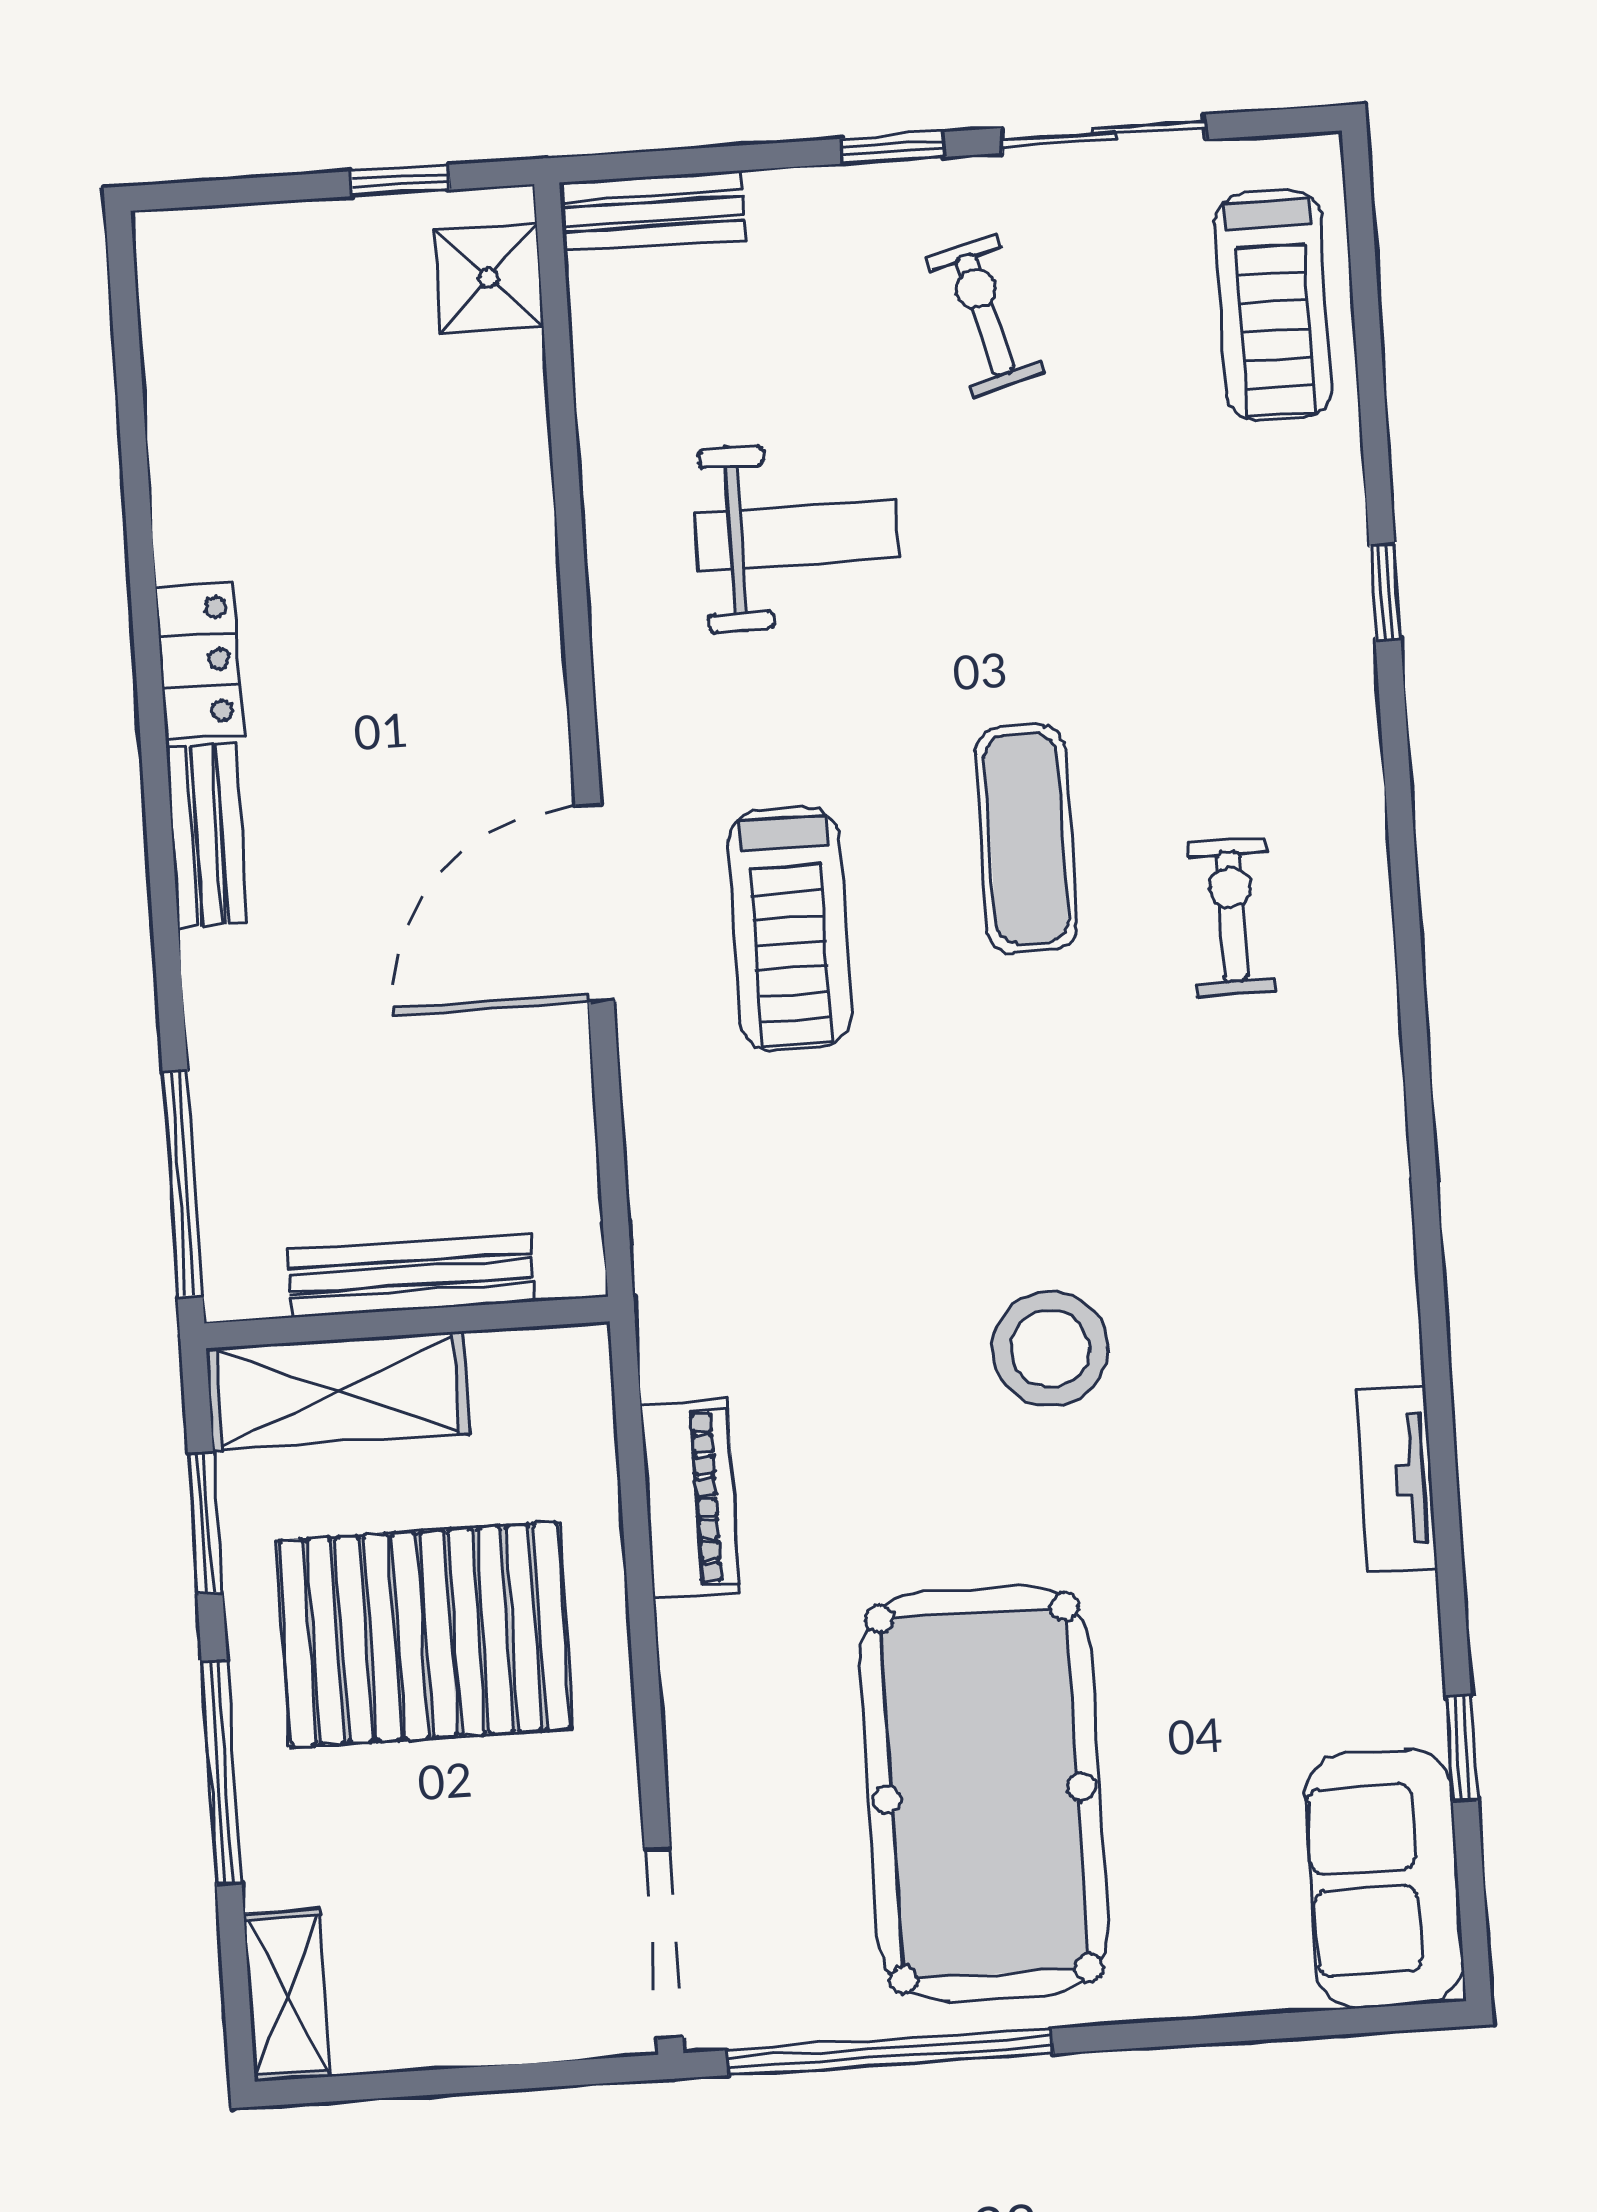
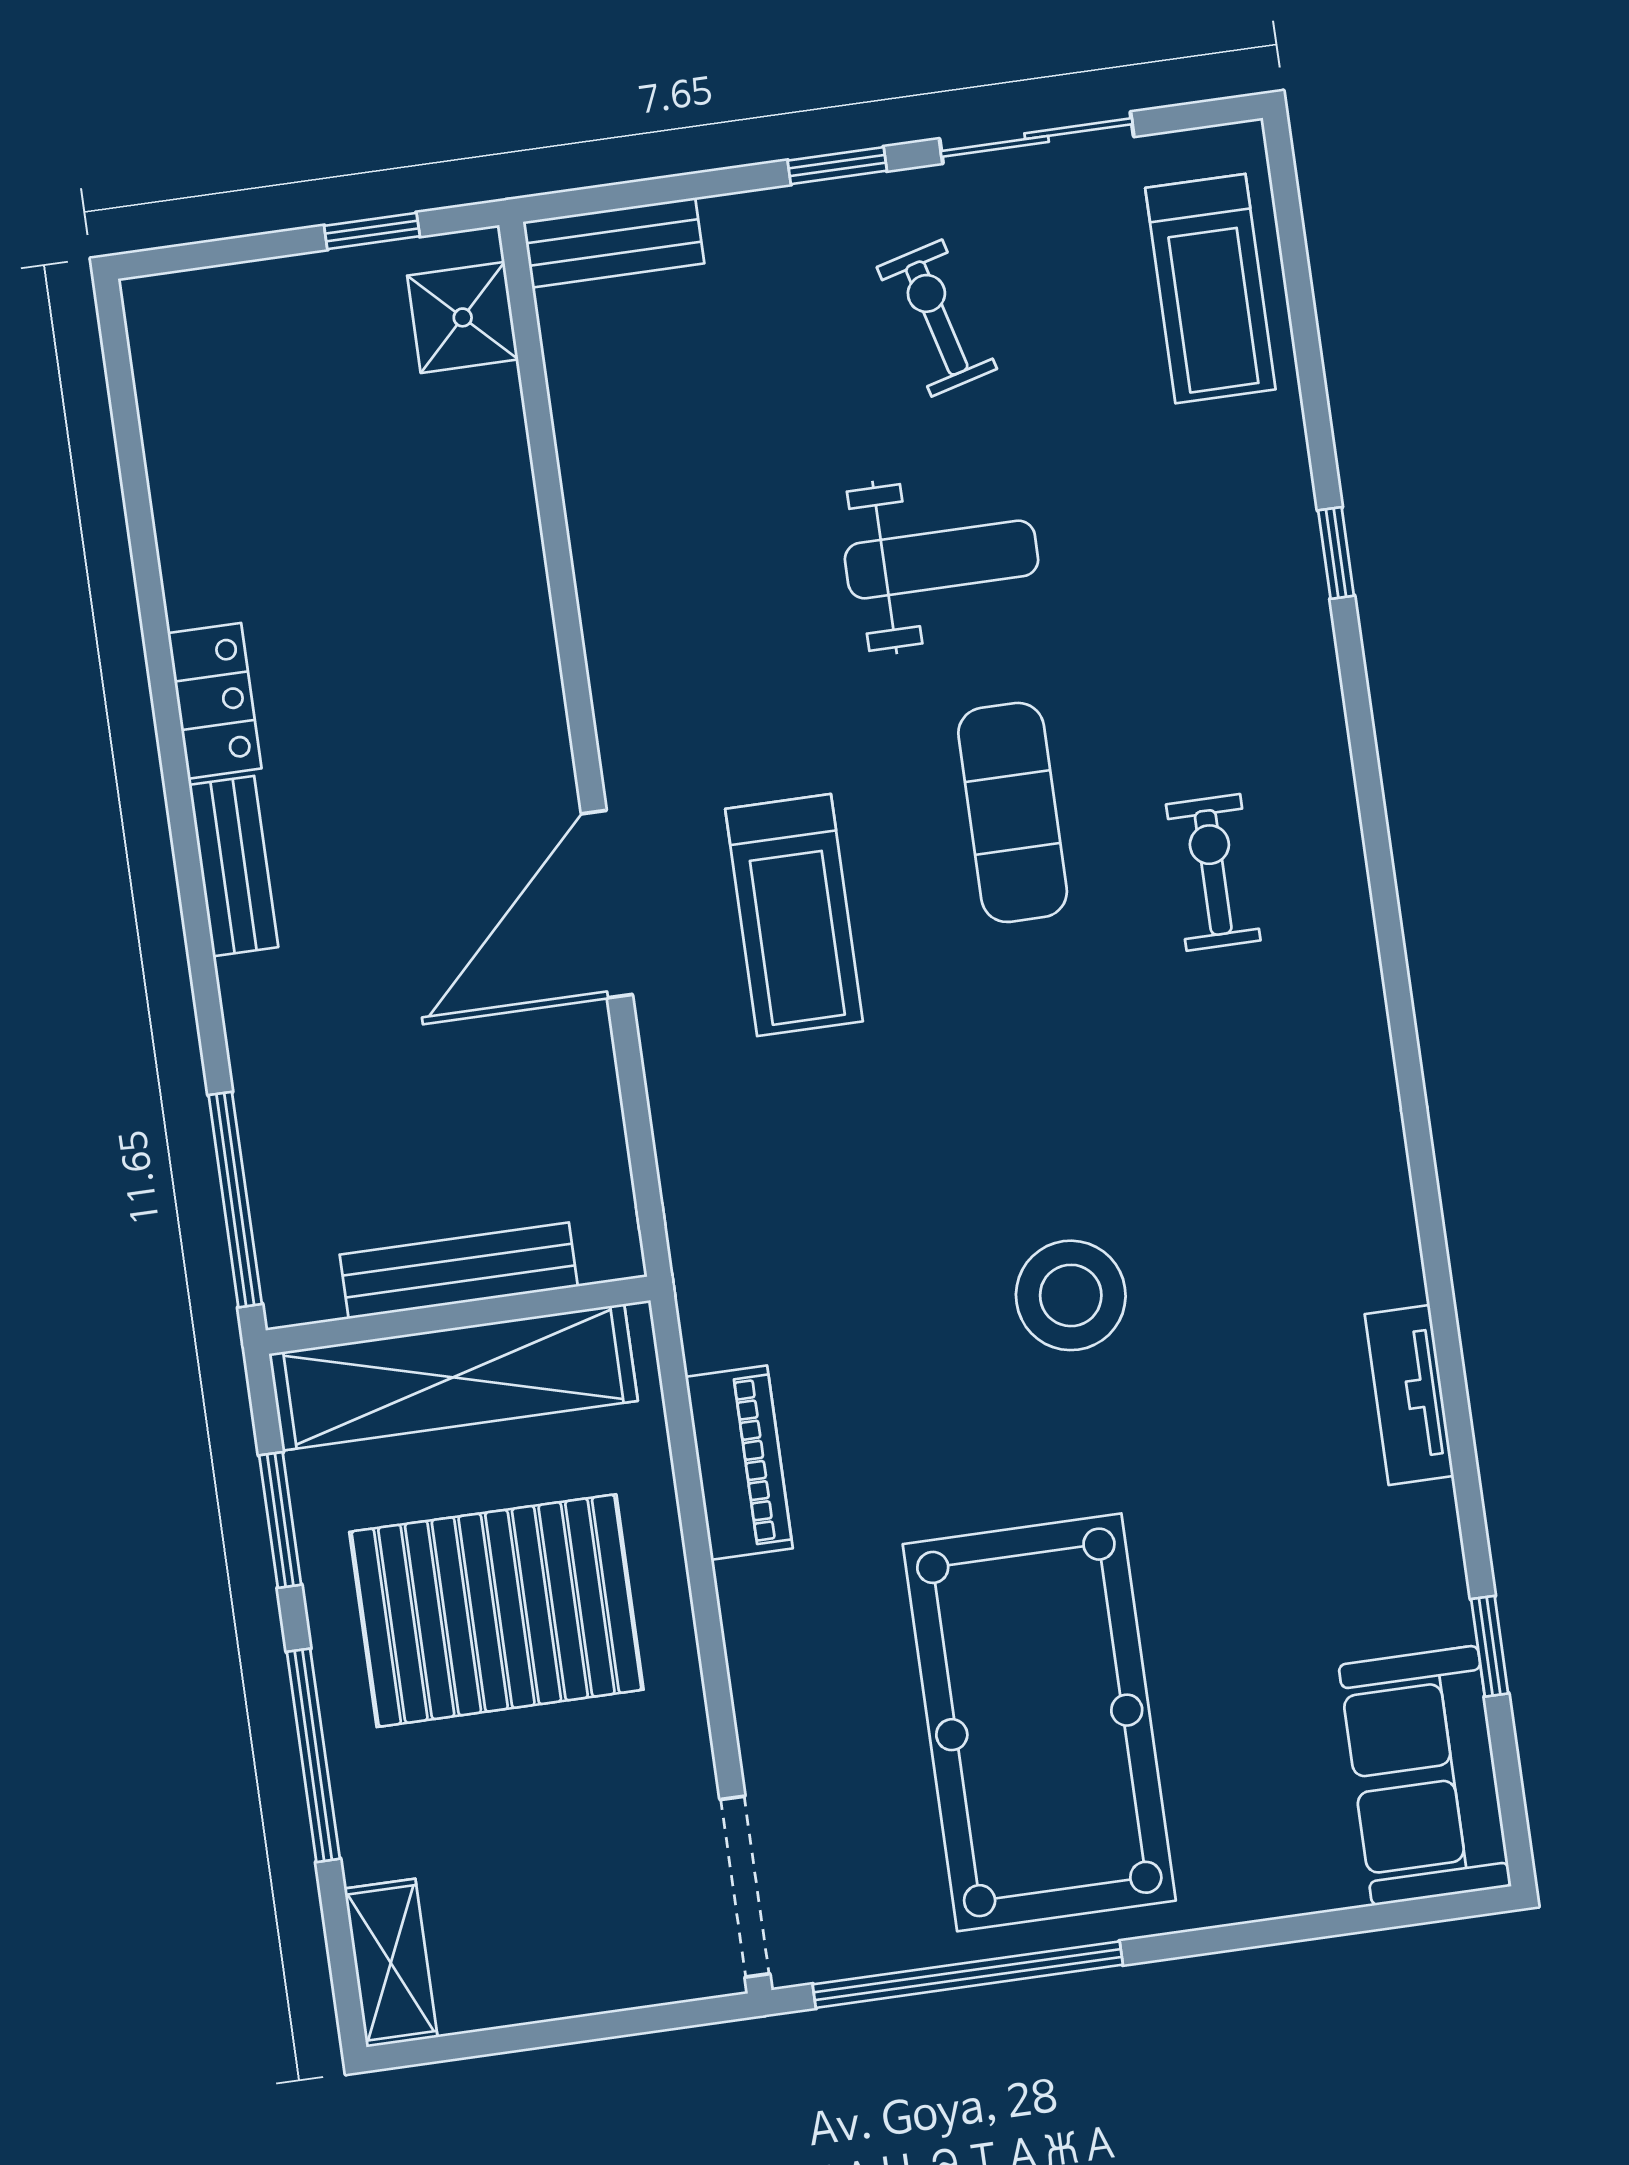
weight bench: (796, 535) -> (942, 560), moved
shelving: (337, 1391) -> (453, 1377), width x1.47

